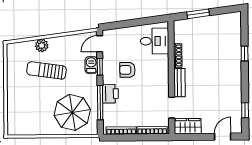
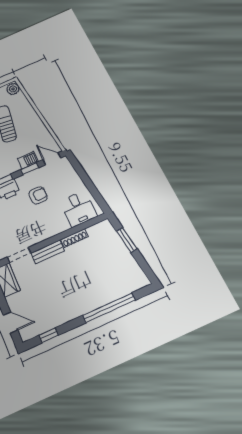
plant: (42, 45) -> (13, 89), moved
window: (245, 53) -> (109, 308), width x3.17
armchair: (127, 70) -> (38, 195), turned 90

